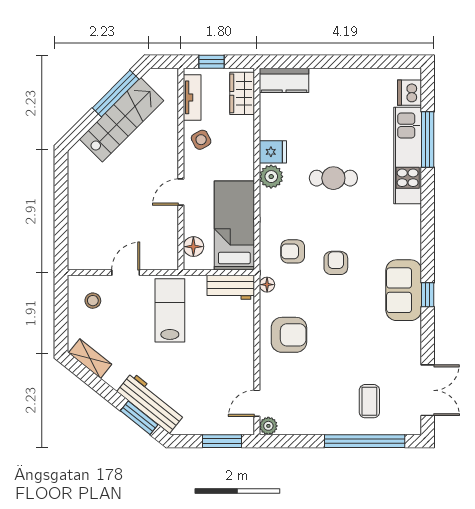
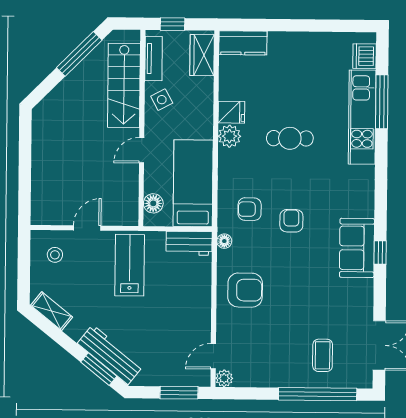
stairs: (122, 120) -> (124, 85), moved, turned 135

